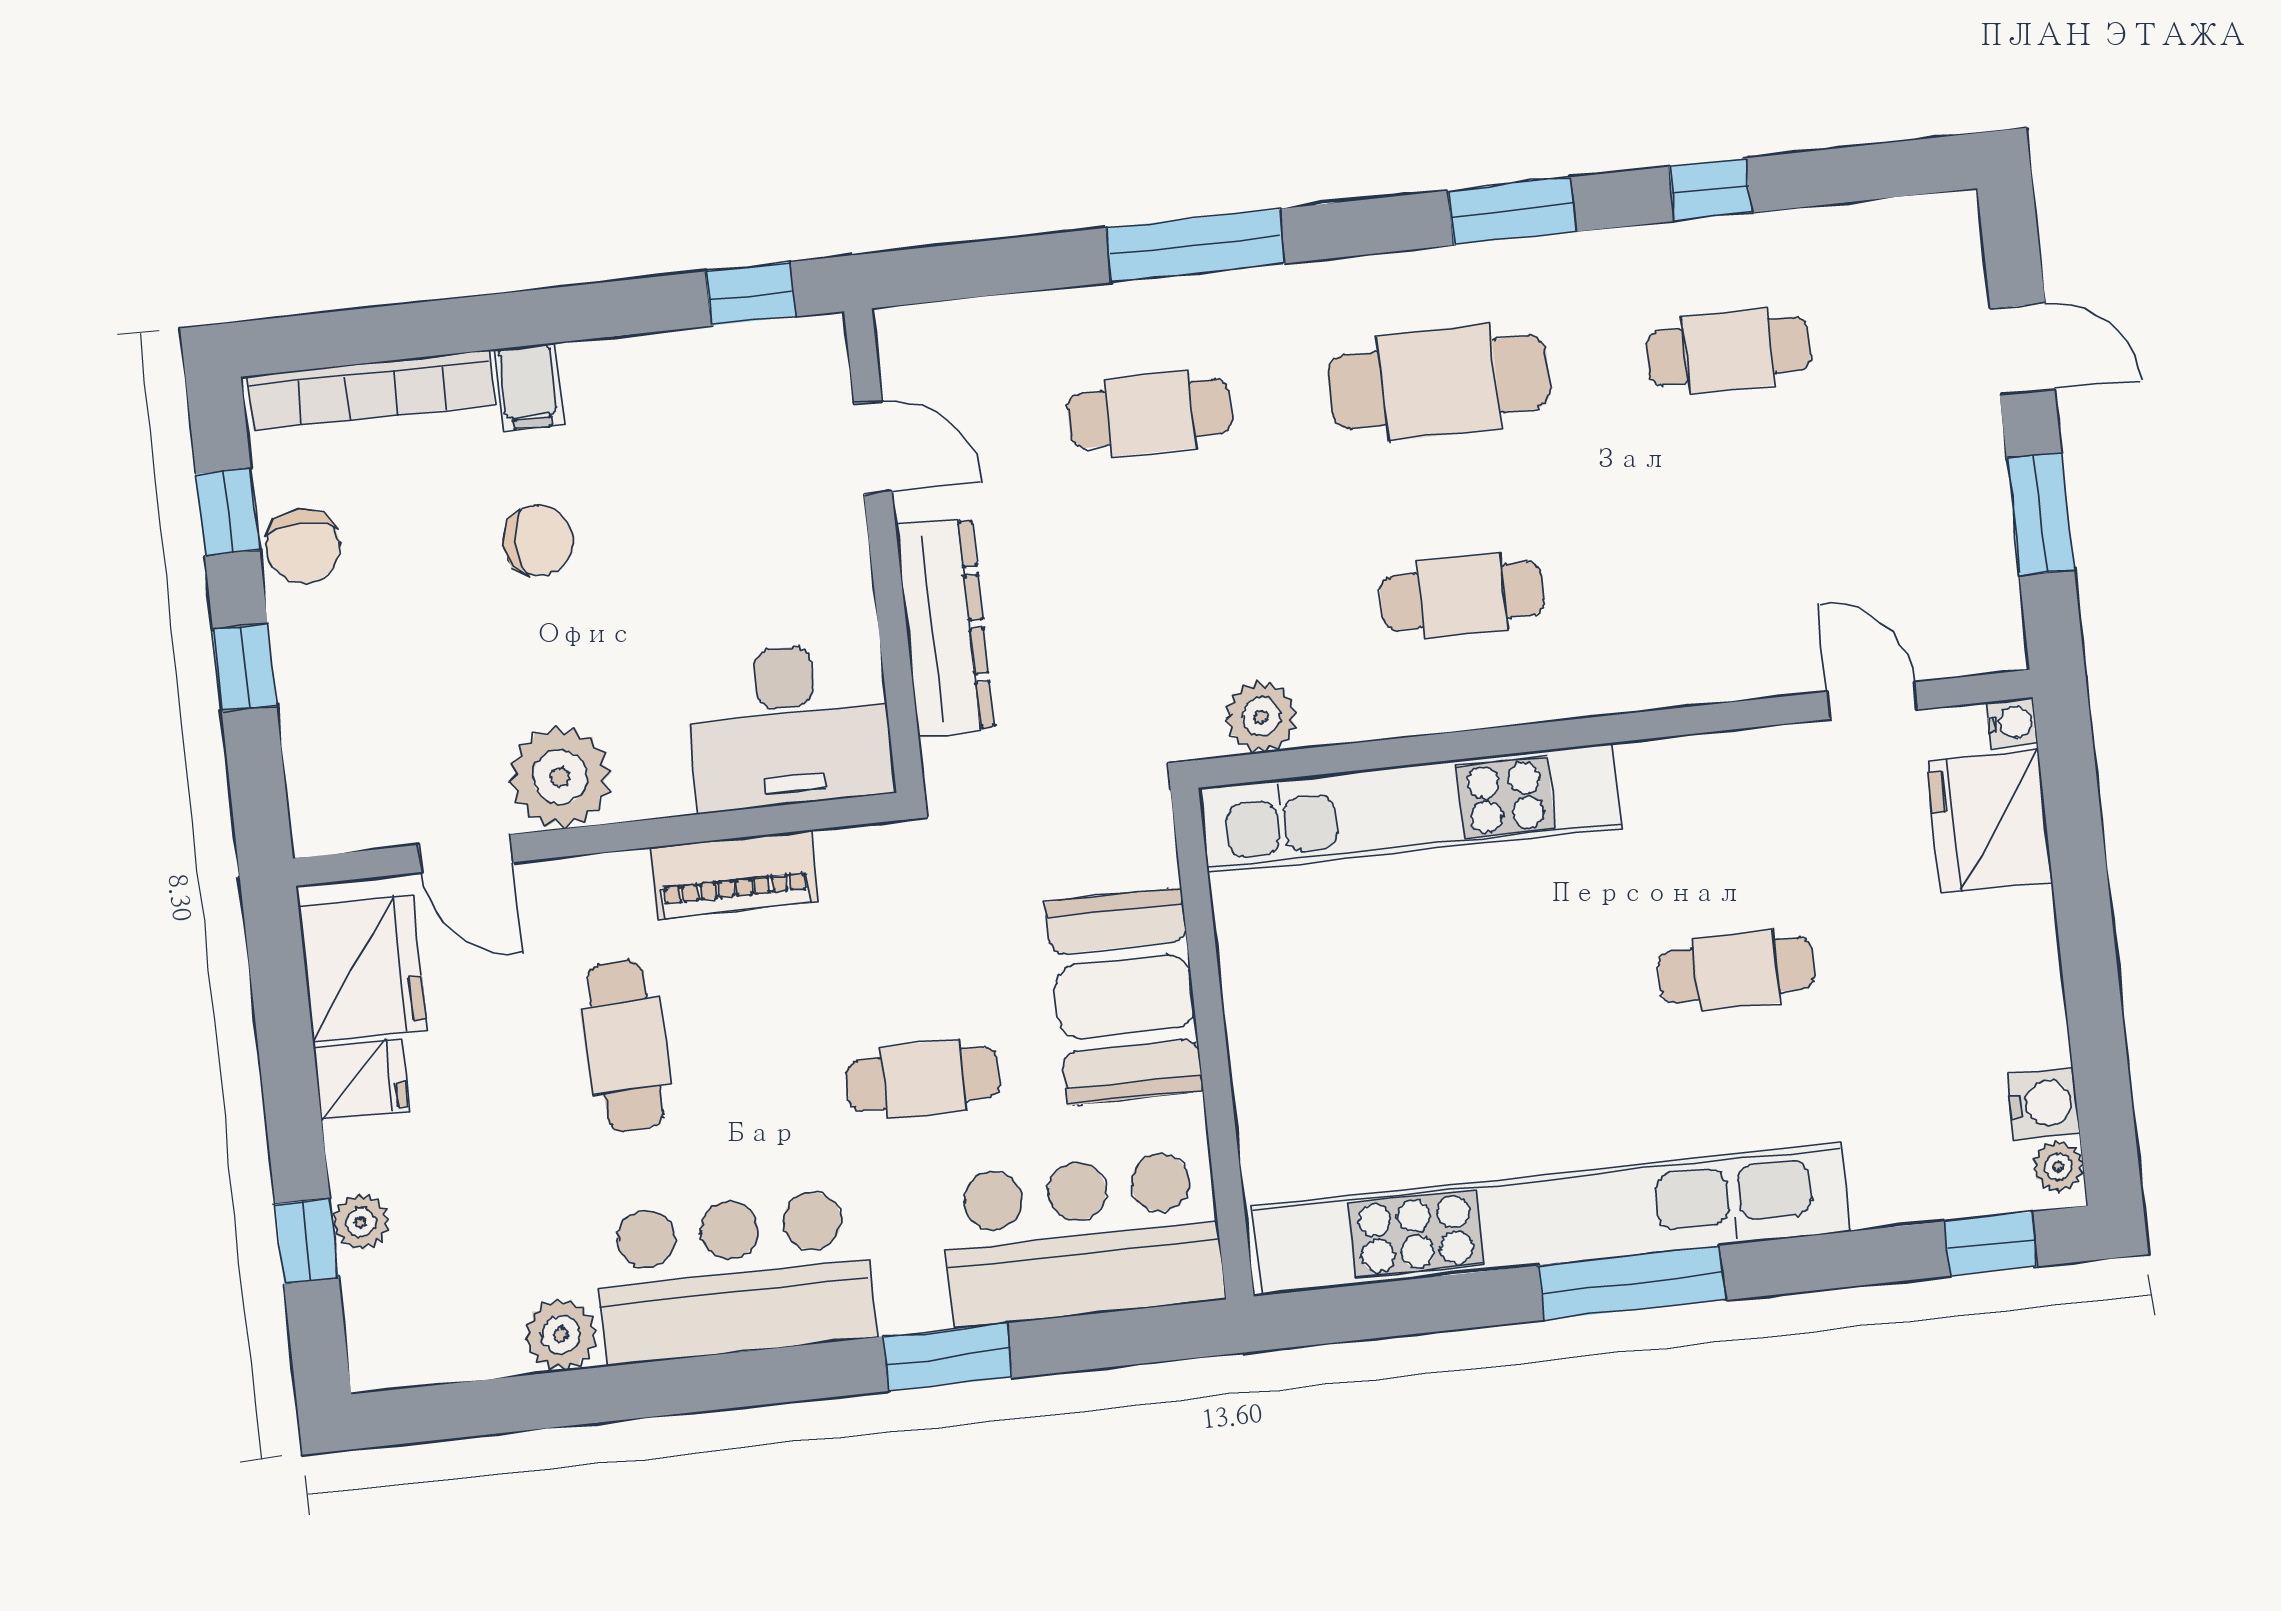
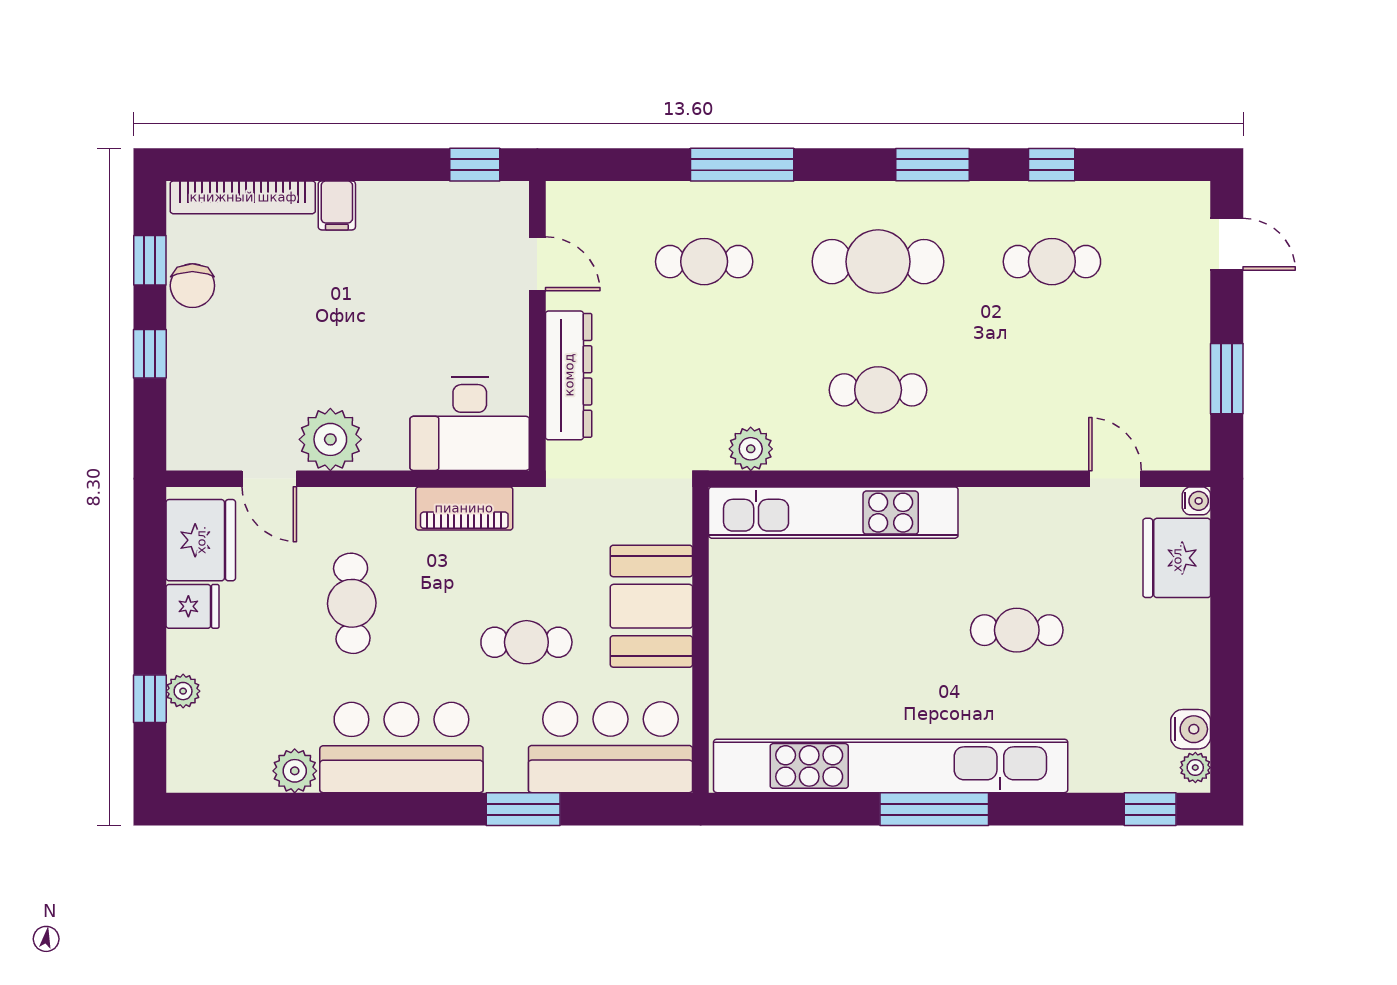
door: (2022, 349) -> (1227, 244), moved
chair: (538, 541) -> (332, 297), removed
piano: (734, 875) -> (464, 508), moved

